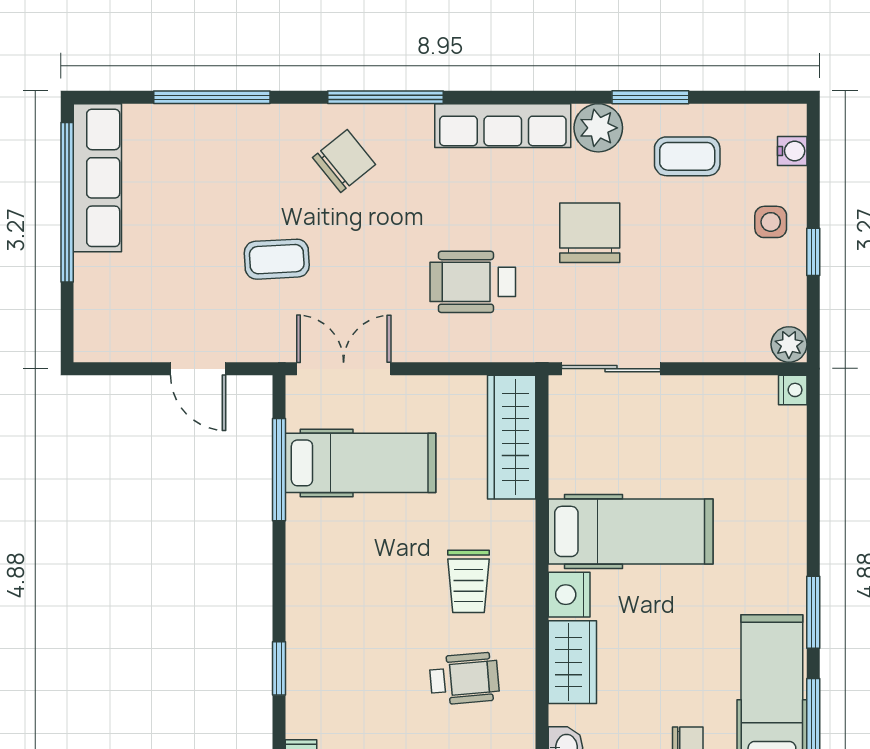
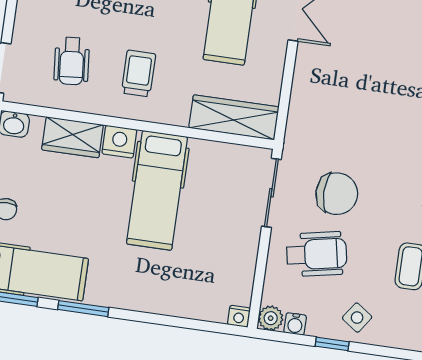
water cooler: (792, 151) -> (295, 324), moved
side table: (771, 222) -> (357, 318), turned 35
chair: (590, 233) -> (337, 194), moved
wheelchair: (473, 282) -> (317, 254), moved, turned 79
trolley: (469, 581) -> (139, 73), turned 90

